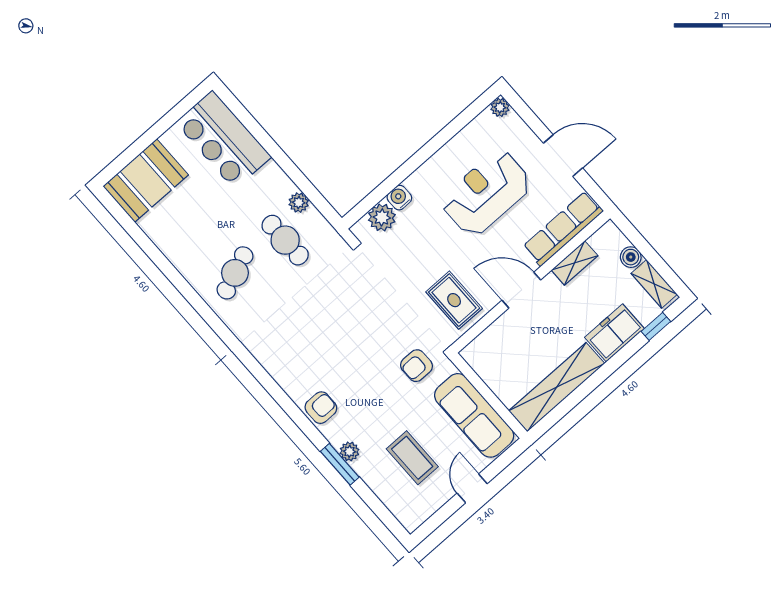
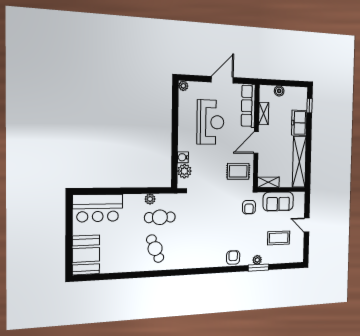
reception desk: (486, 193) -> (210, 122), turned 180
shelving: (654, 284) -> (268, 182), moved
sofa: (474, 415) -> (278, 201), width x0.73

